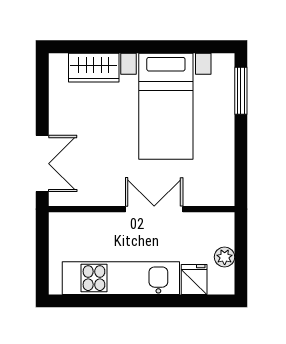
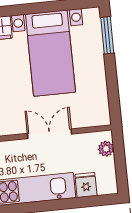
plant: (225, 257) -> (106, 149), moved

